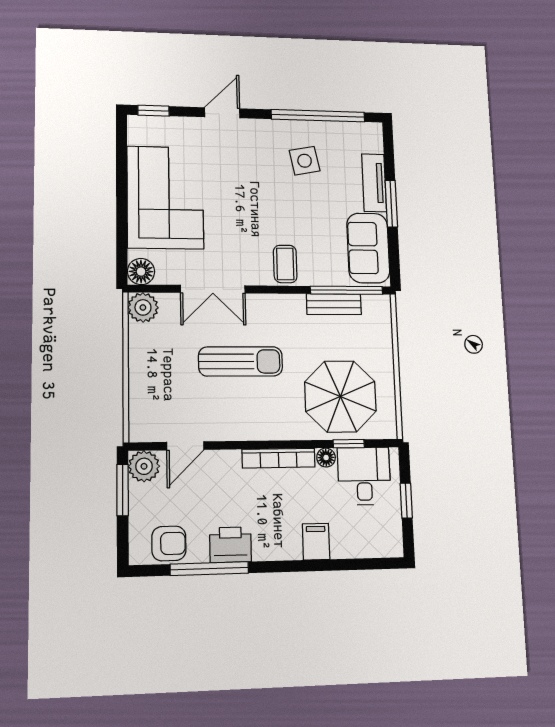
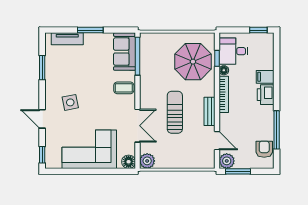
window: (318, 116) -> (42, 68), width x0.47
side table: (305, 161) -> (70, 102), moved
tv unit: (374, 183) -> (67, 39), moved
sofa: (368, 248) -> (125, 52), moved, turned 90
bench: (334, 304) -> (210, 111), moved
window: (406, 501) -> (258, 30), moved
printer: (230, 545) -> (266, 95), moved

